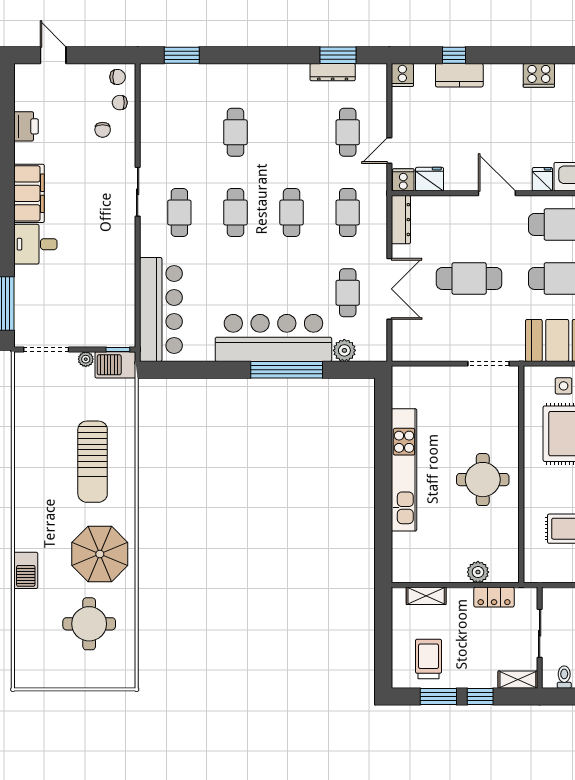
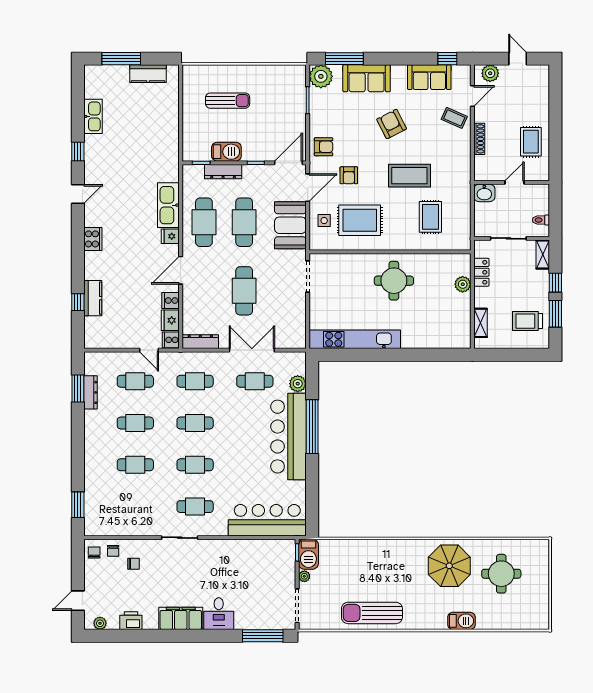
cooker: (402, 75) -> (171, 301), moved, turned 180
plant: (23, 85) -> (100, 623), added
cafe table: (292, 132) -> (135, 423), added
sun lounger: (93, 462) -> (372, 613), moved, turned 180
kitchen unit: (404, 470) -> (355, 339), moved

